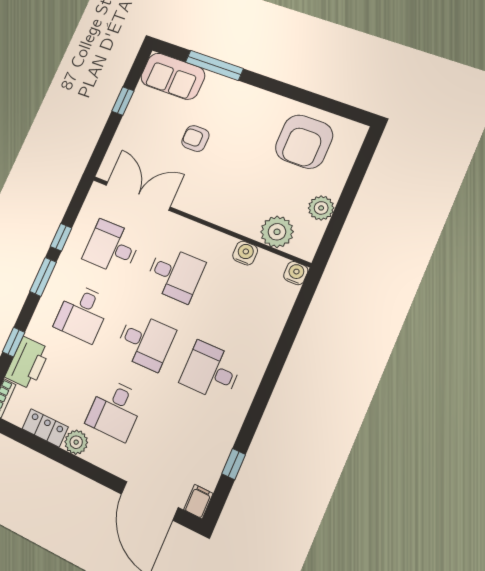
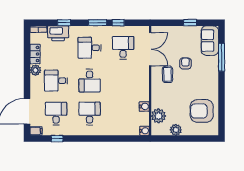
coffee table: (201, 181) -> (168, 74), added
desk: (175, 274) -> (56, 114), moved, turned 180

